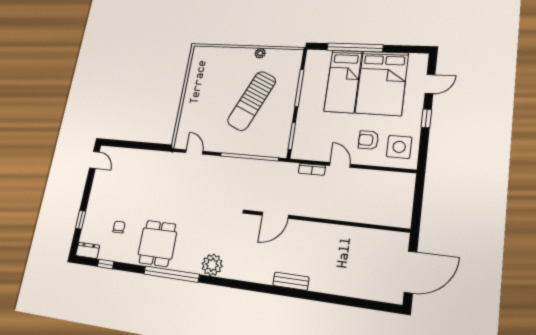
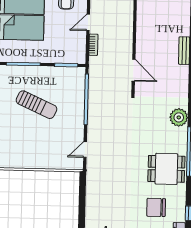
sun lounger: (252, 101) -> (36, 105), width x0.73, depth x0.75
chair: (119, 227) -> (156, 207), width x1.87, depth x1.87

